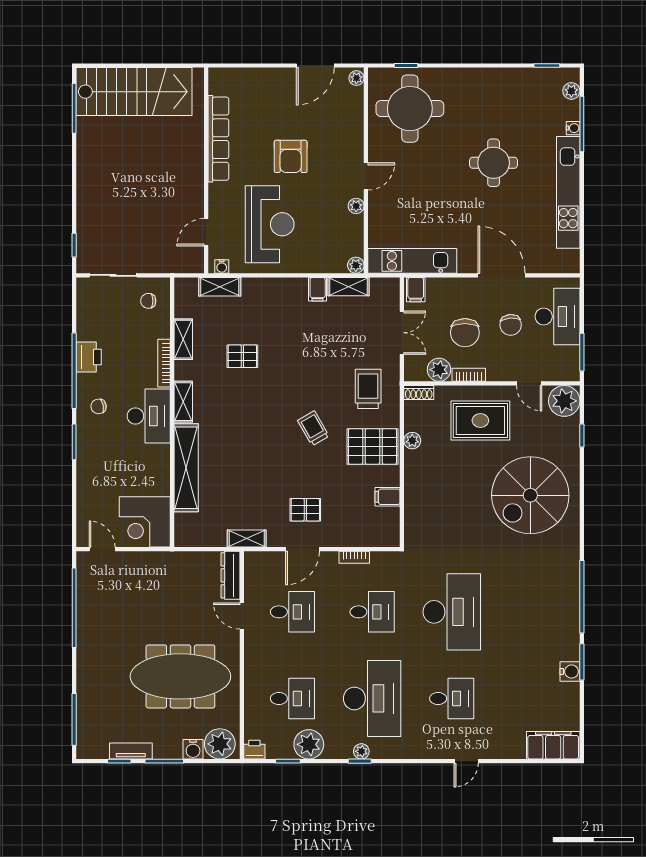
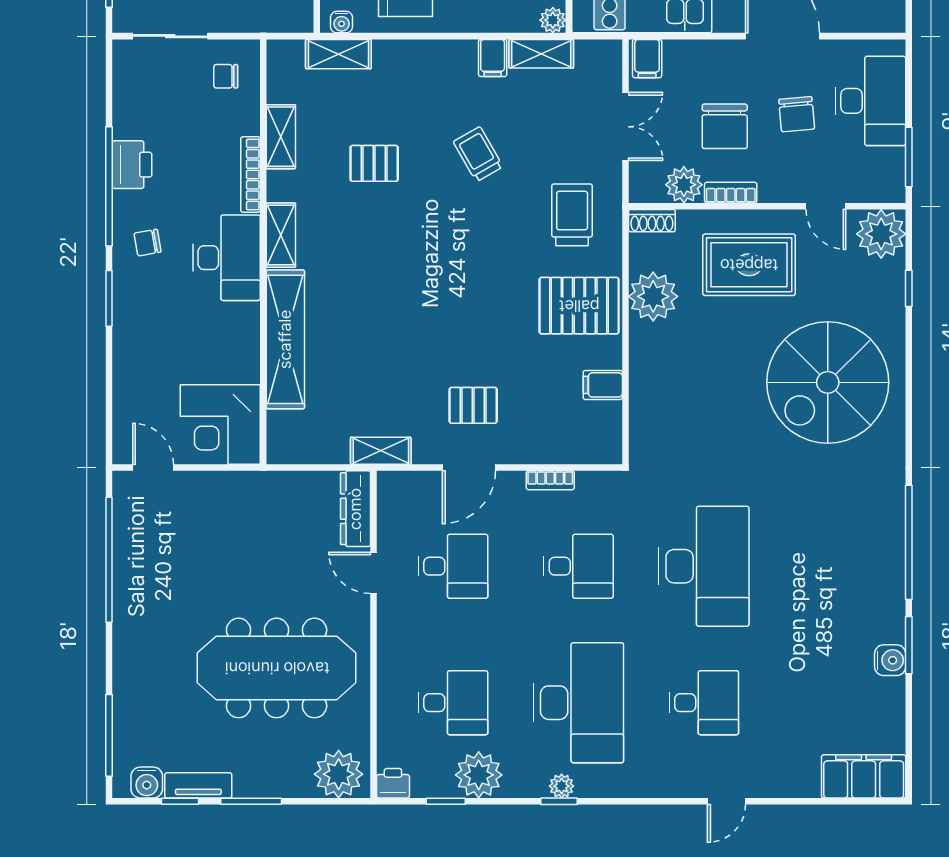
trolley: (313, 428) -> (478, 154), moved
plant: (412, 441) -> (653, 296), width x1.87, depth x1.87
water cooler: (193, 749) -> (147, 783), moved

